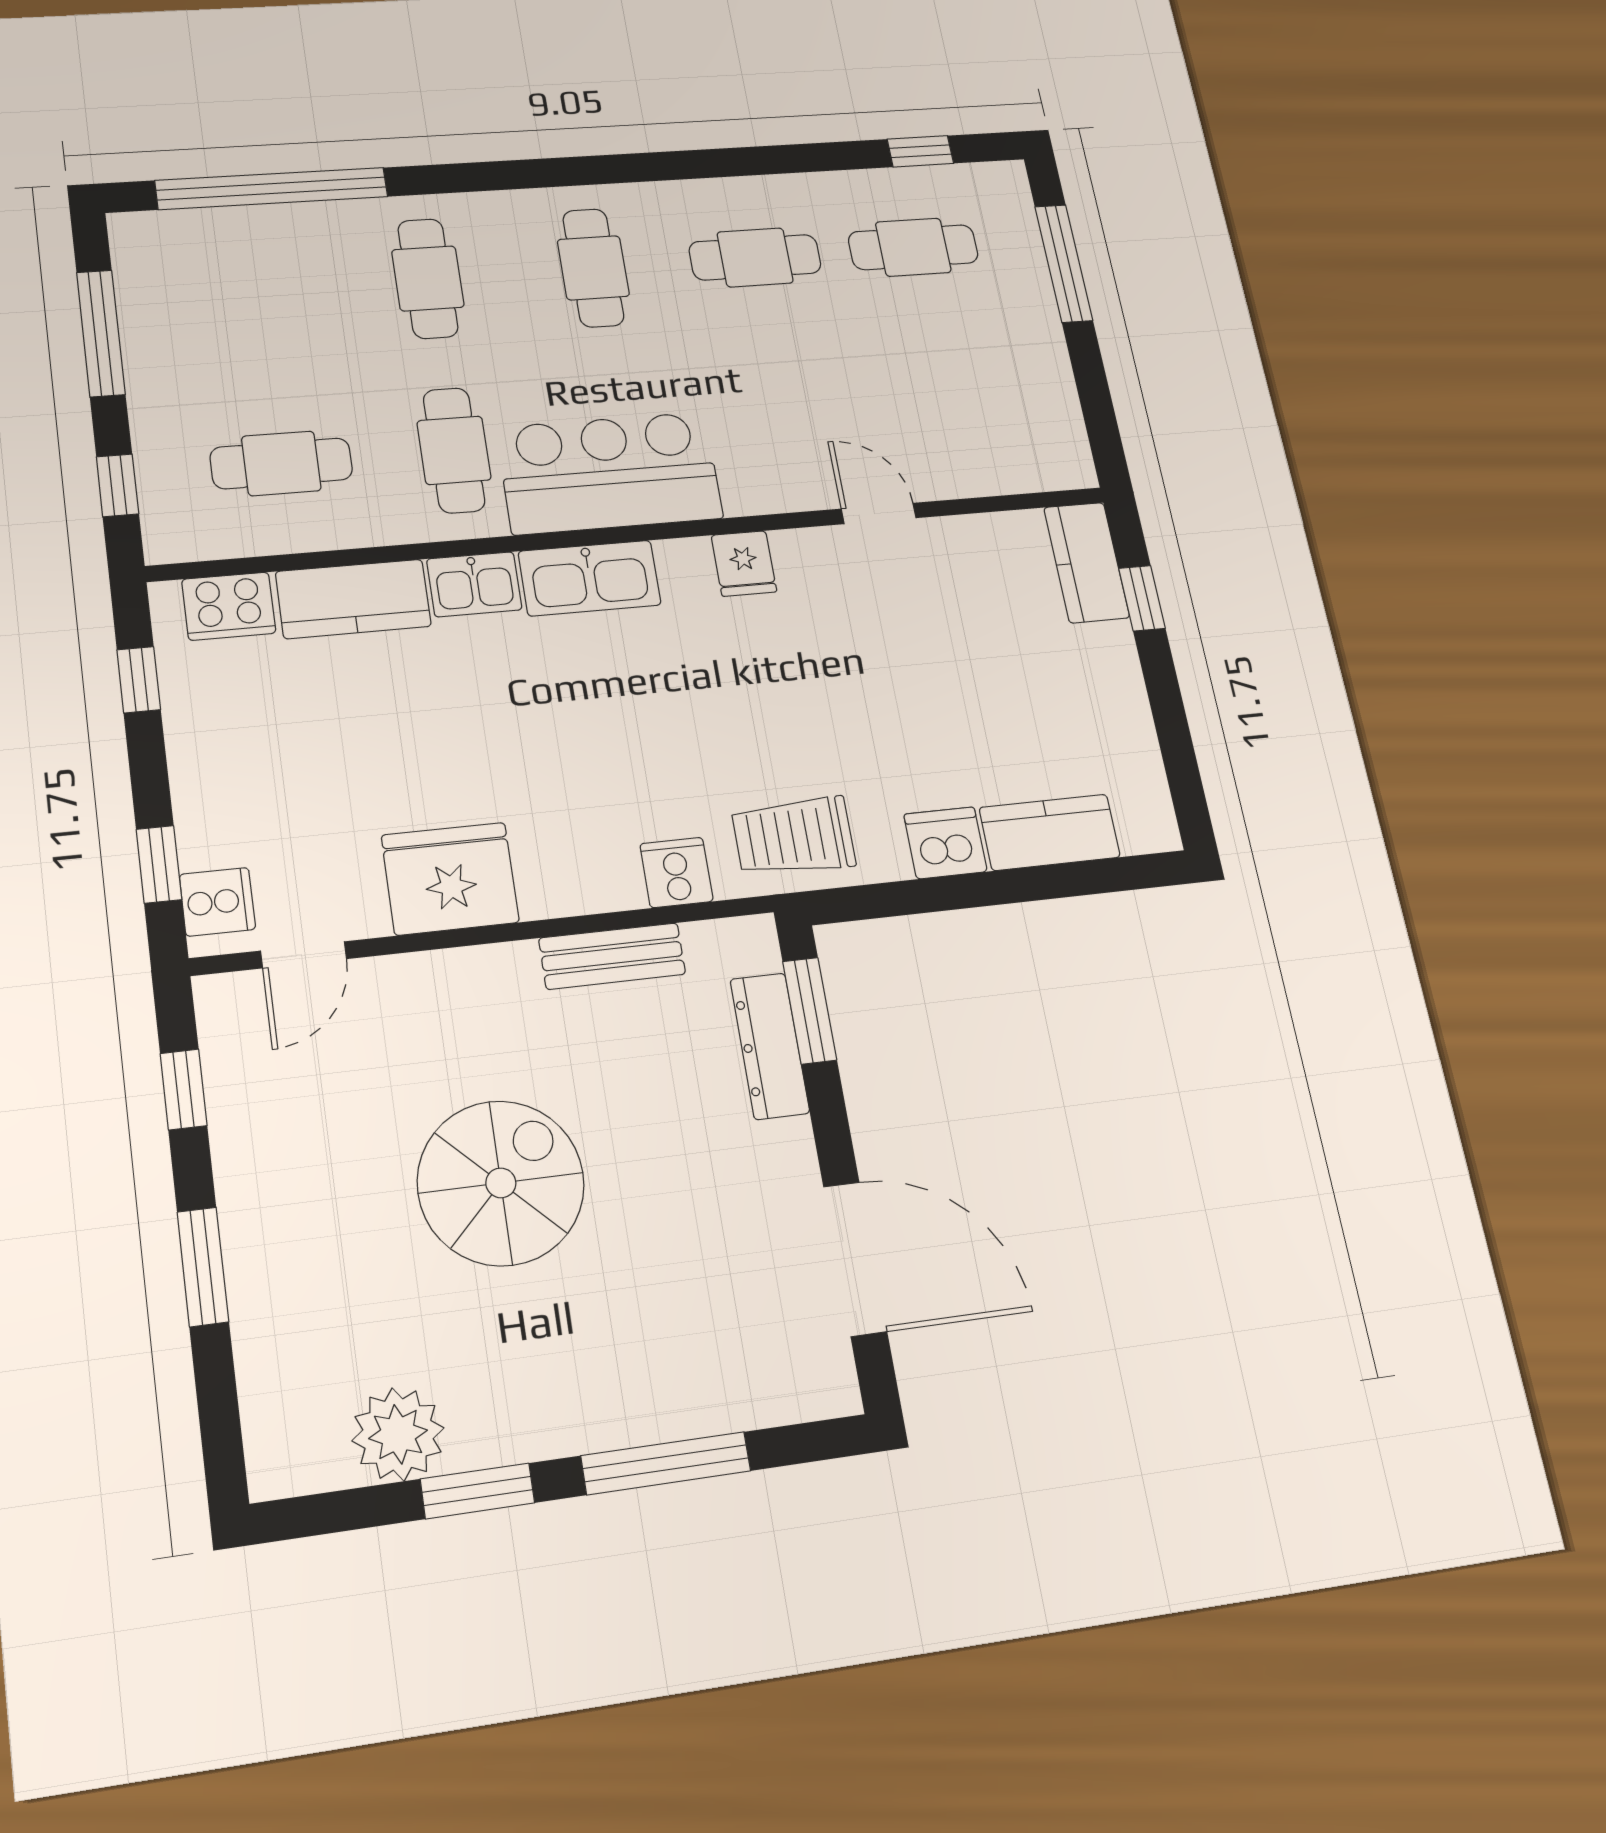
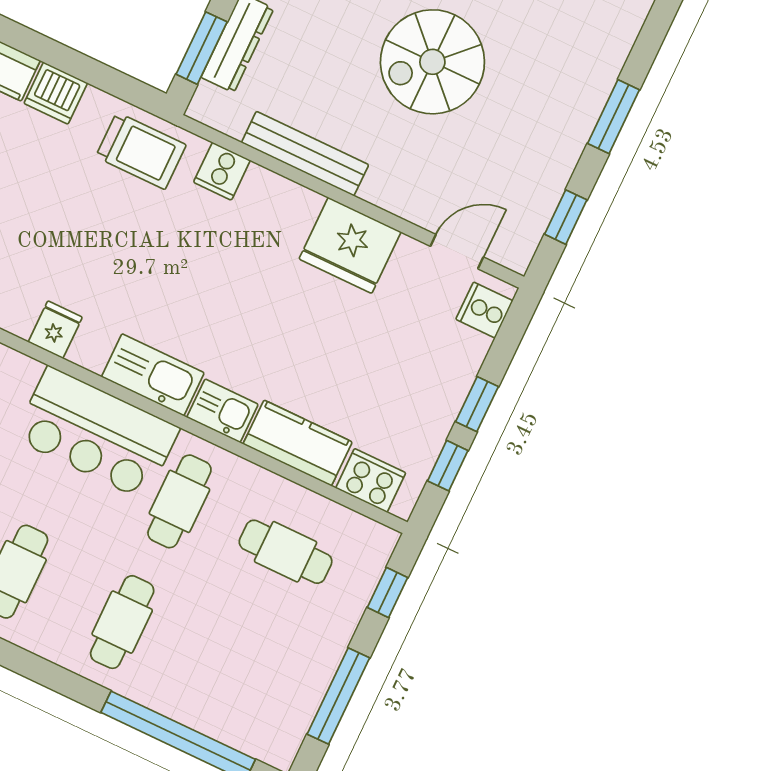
window: (159, 864) -> (477, 404), moved
bench: (612, 956) -> (305, 154), width x1.36

